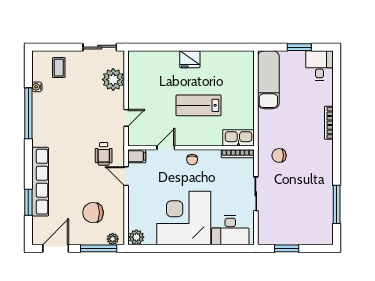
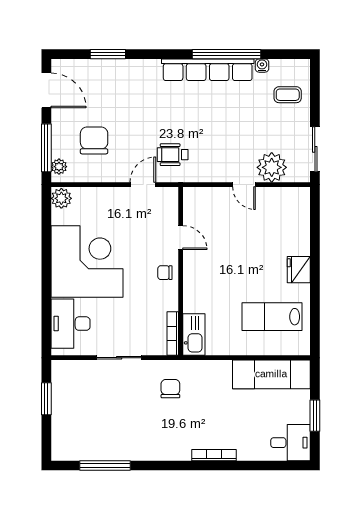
lab bench: (199, 105) -> (272, 317), moved, turned -90
door: (126, 118) -> (244, 185), moved
filing cabinet: (137, 156) -> (169, 199), removed
row of seats: (40, 182) -> (208, 70), moved

